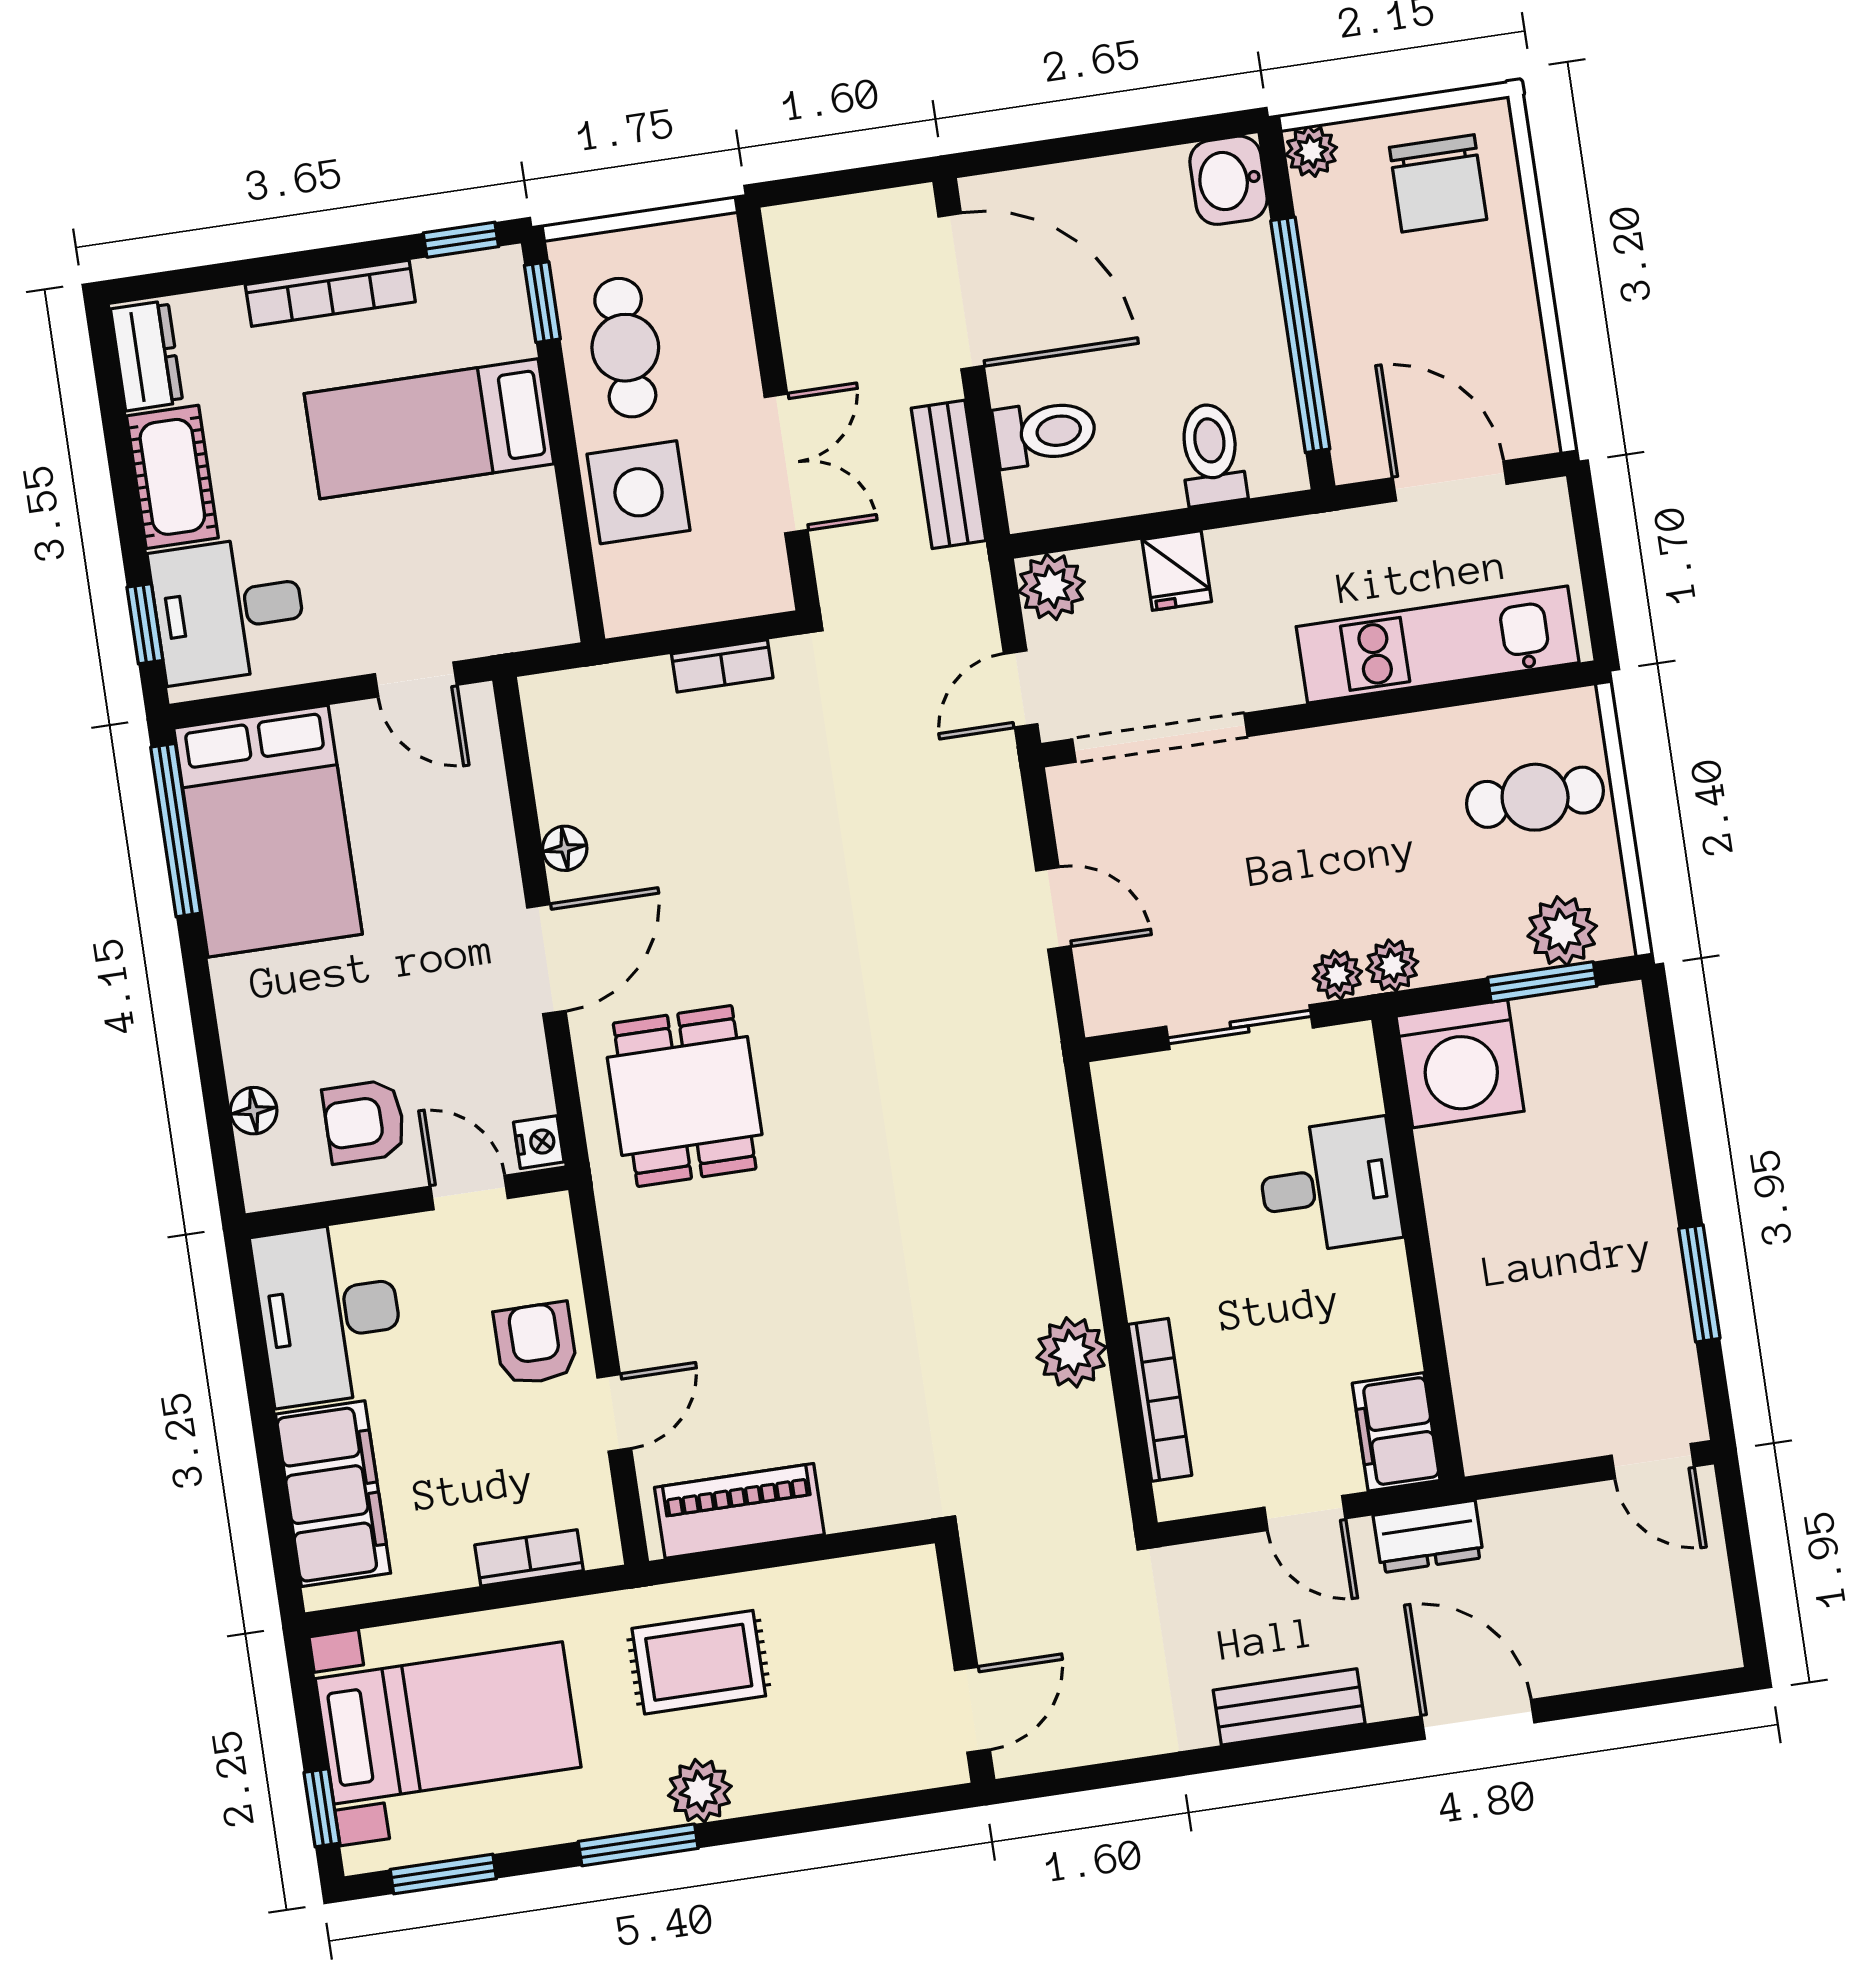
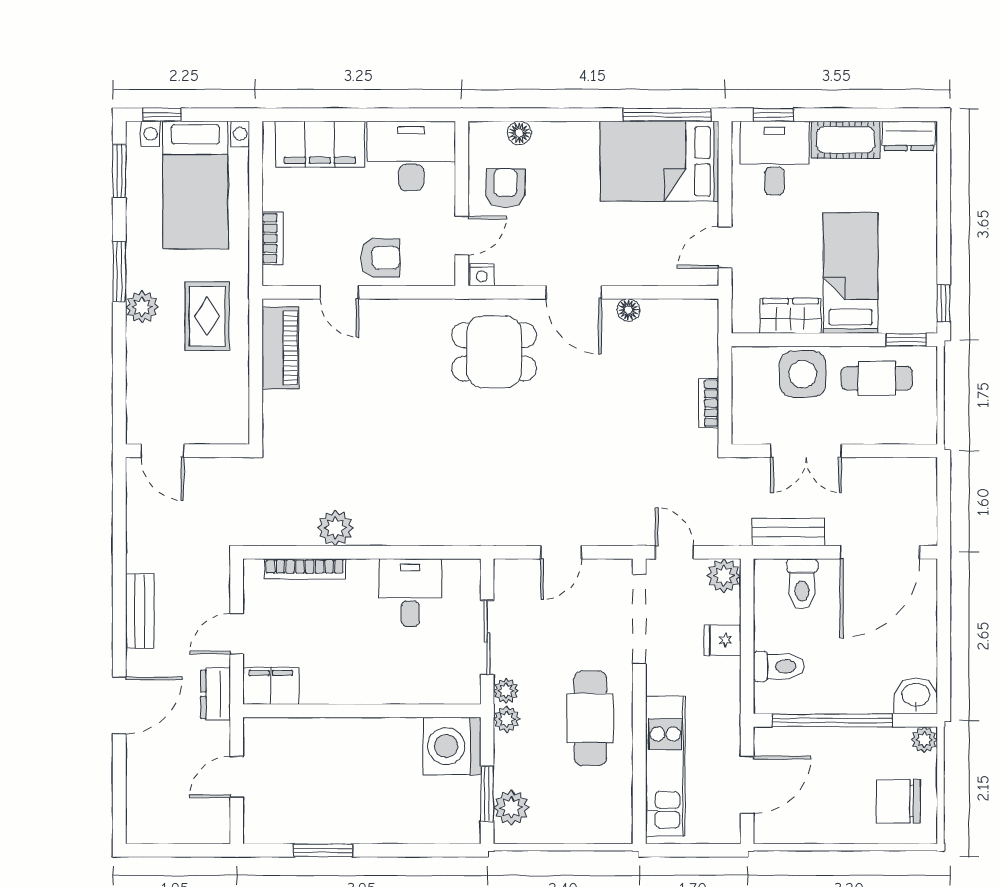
bookcase: (330, 293) -> (927, 233), removed
wardrobe: (529, 533) -> (791, 316), added
cafe table: (1535, 797) -> (590, 718), moved, width x1.37, depth x1.35
desk: (1329, 1186) -> (410, 593), moved, turned 180
door: (1653, 1461) -> (237, 777), moved

